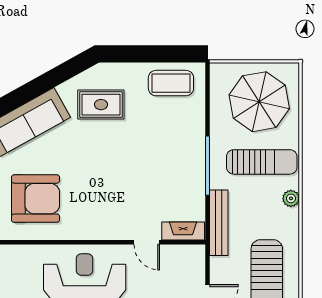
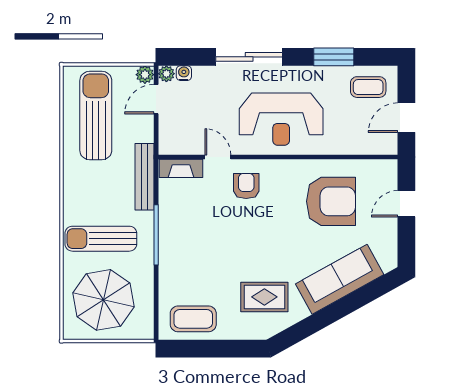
plant: (291, 198) -> (71, 202), removed
armchair: (36, 199) -> (331, 201), turned 180
armchair: (119, 214) -> (246, 186), added

